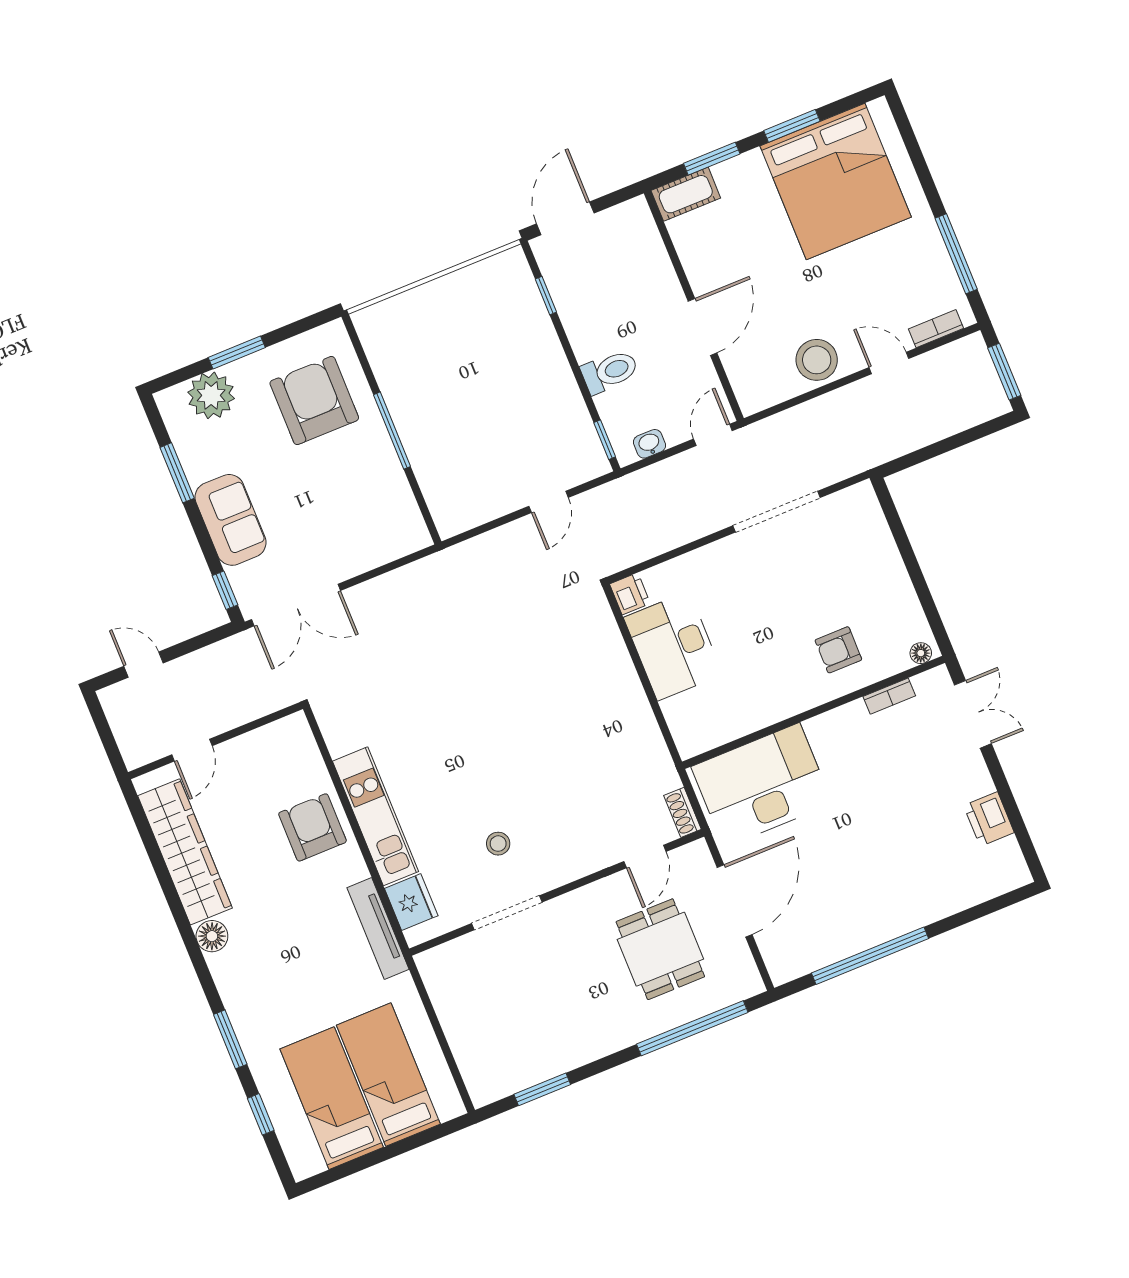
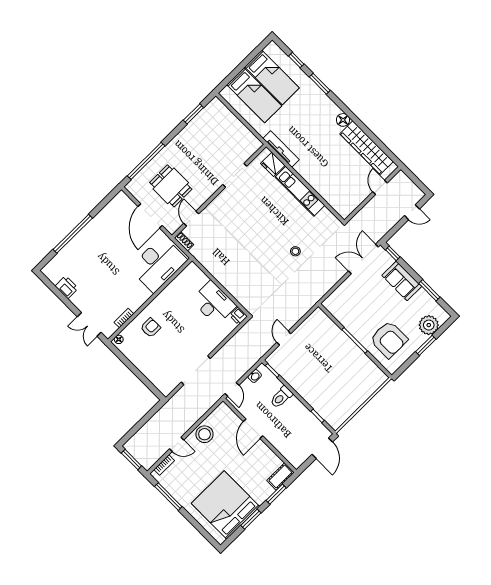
armchair: (312, 827) -> (322, 177), removed
stool: (498, 844) -> (295, 251), moved
window: (870, 956) -> (73, 234), moved

